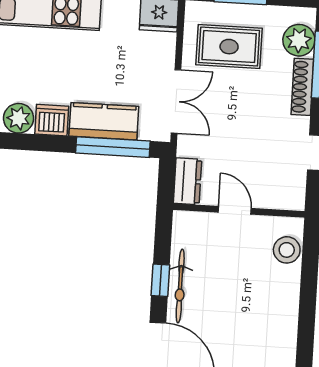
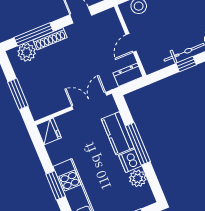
rug: (229, 47) -> (47, 87), removed
window: (113, 147) -> (138, 144), moved

